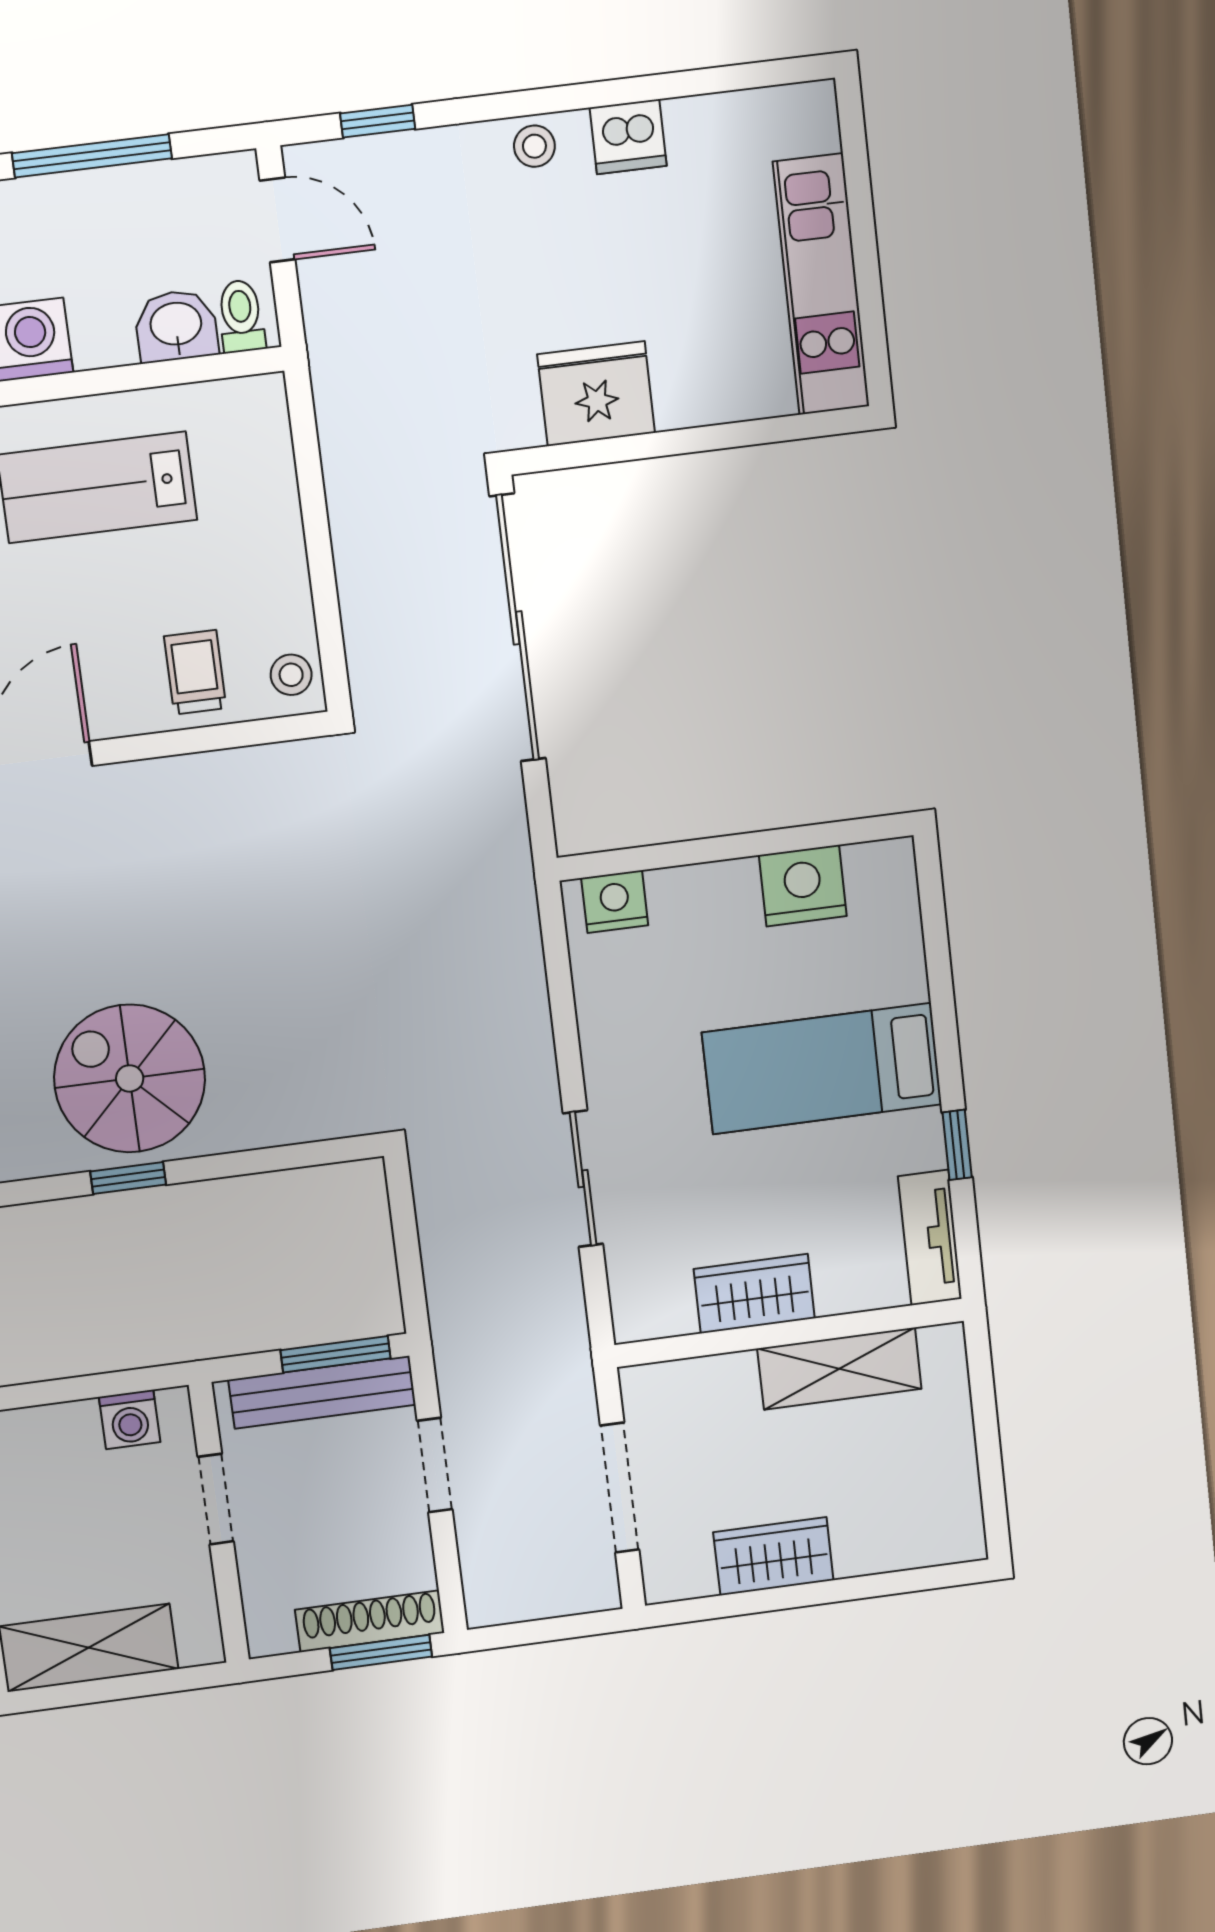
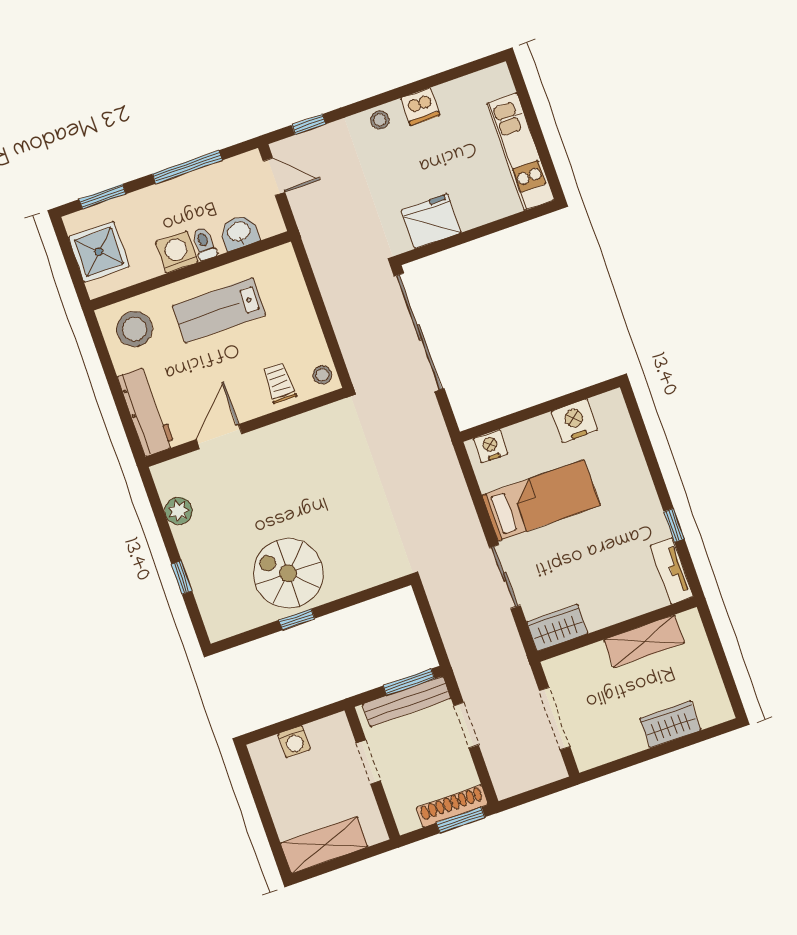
toilet: (241, 316) -> (204, 244), moved
bed: (822, 1068) -> (541, 500), moved, turned 180
wardrobe: (754, 1294) -> (557, 628), moved
washing machine: (130, 1420) -> (294, 742), moved
wardrobe: (773, 1556) -> (670, 724), moved

